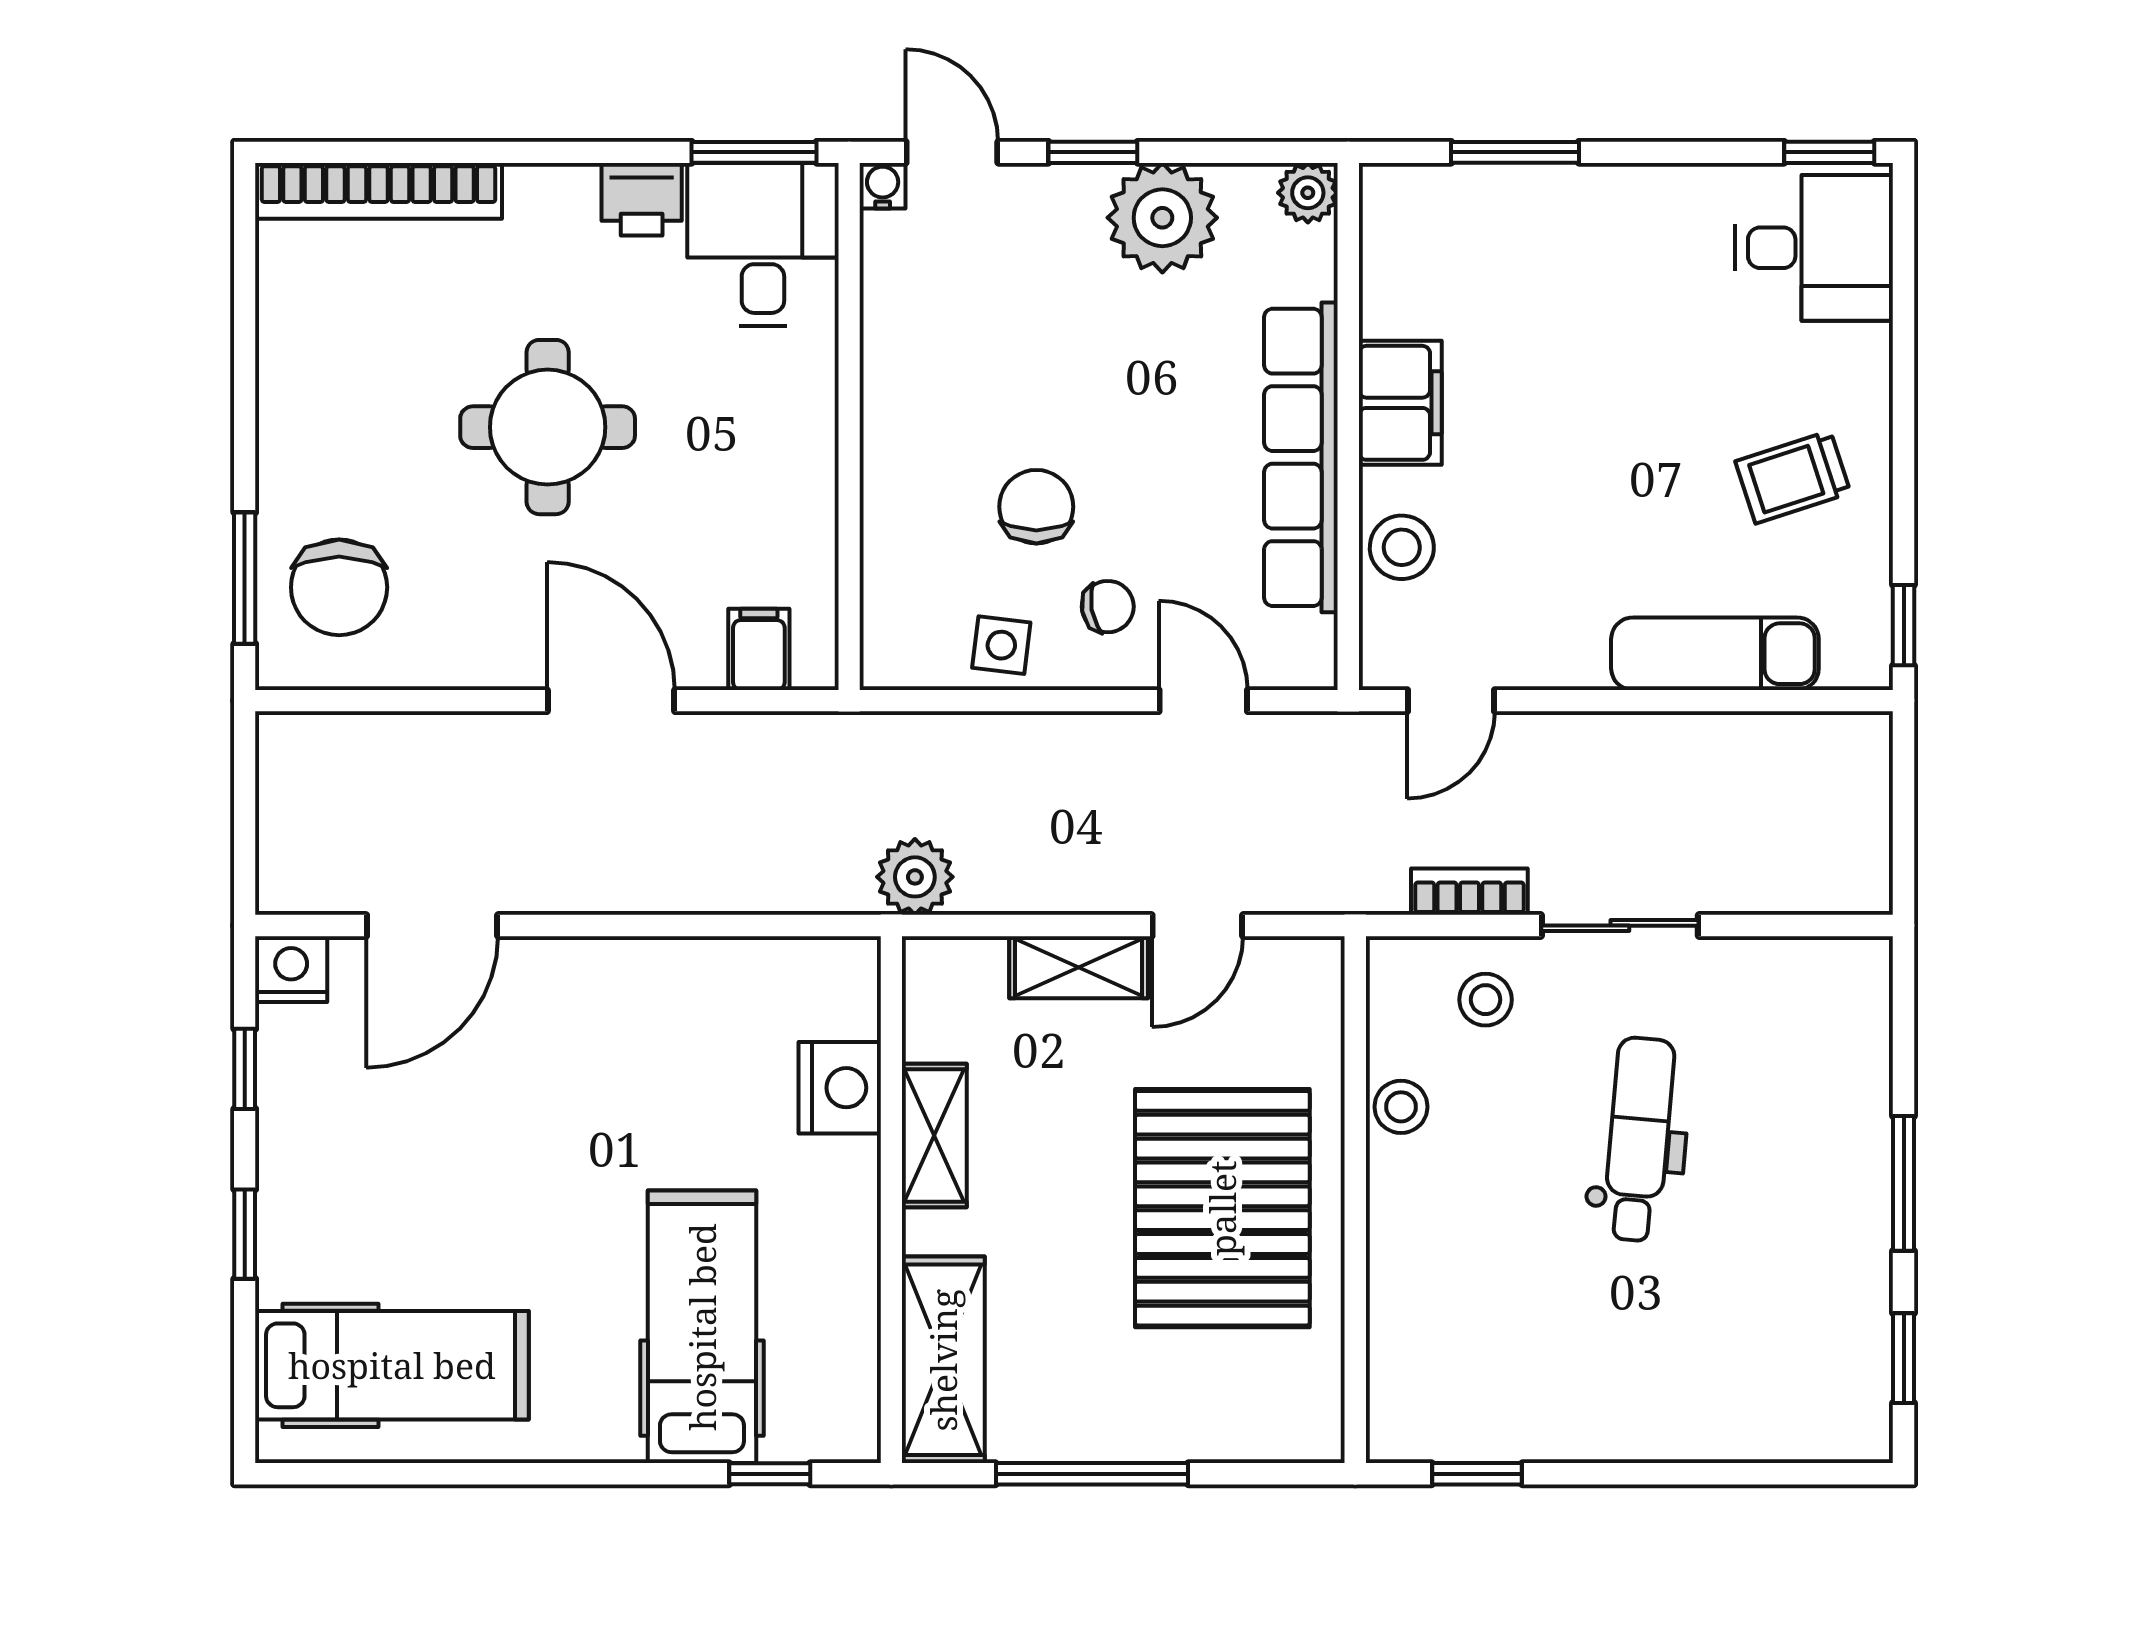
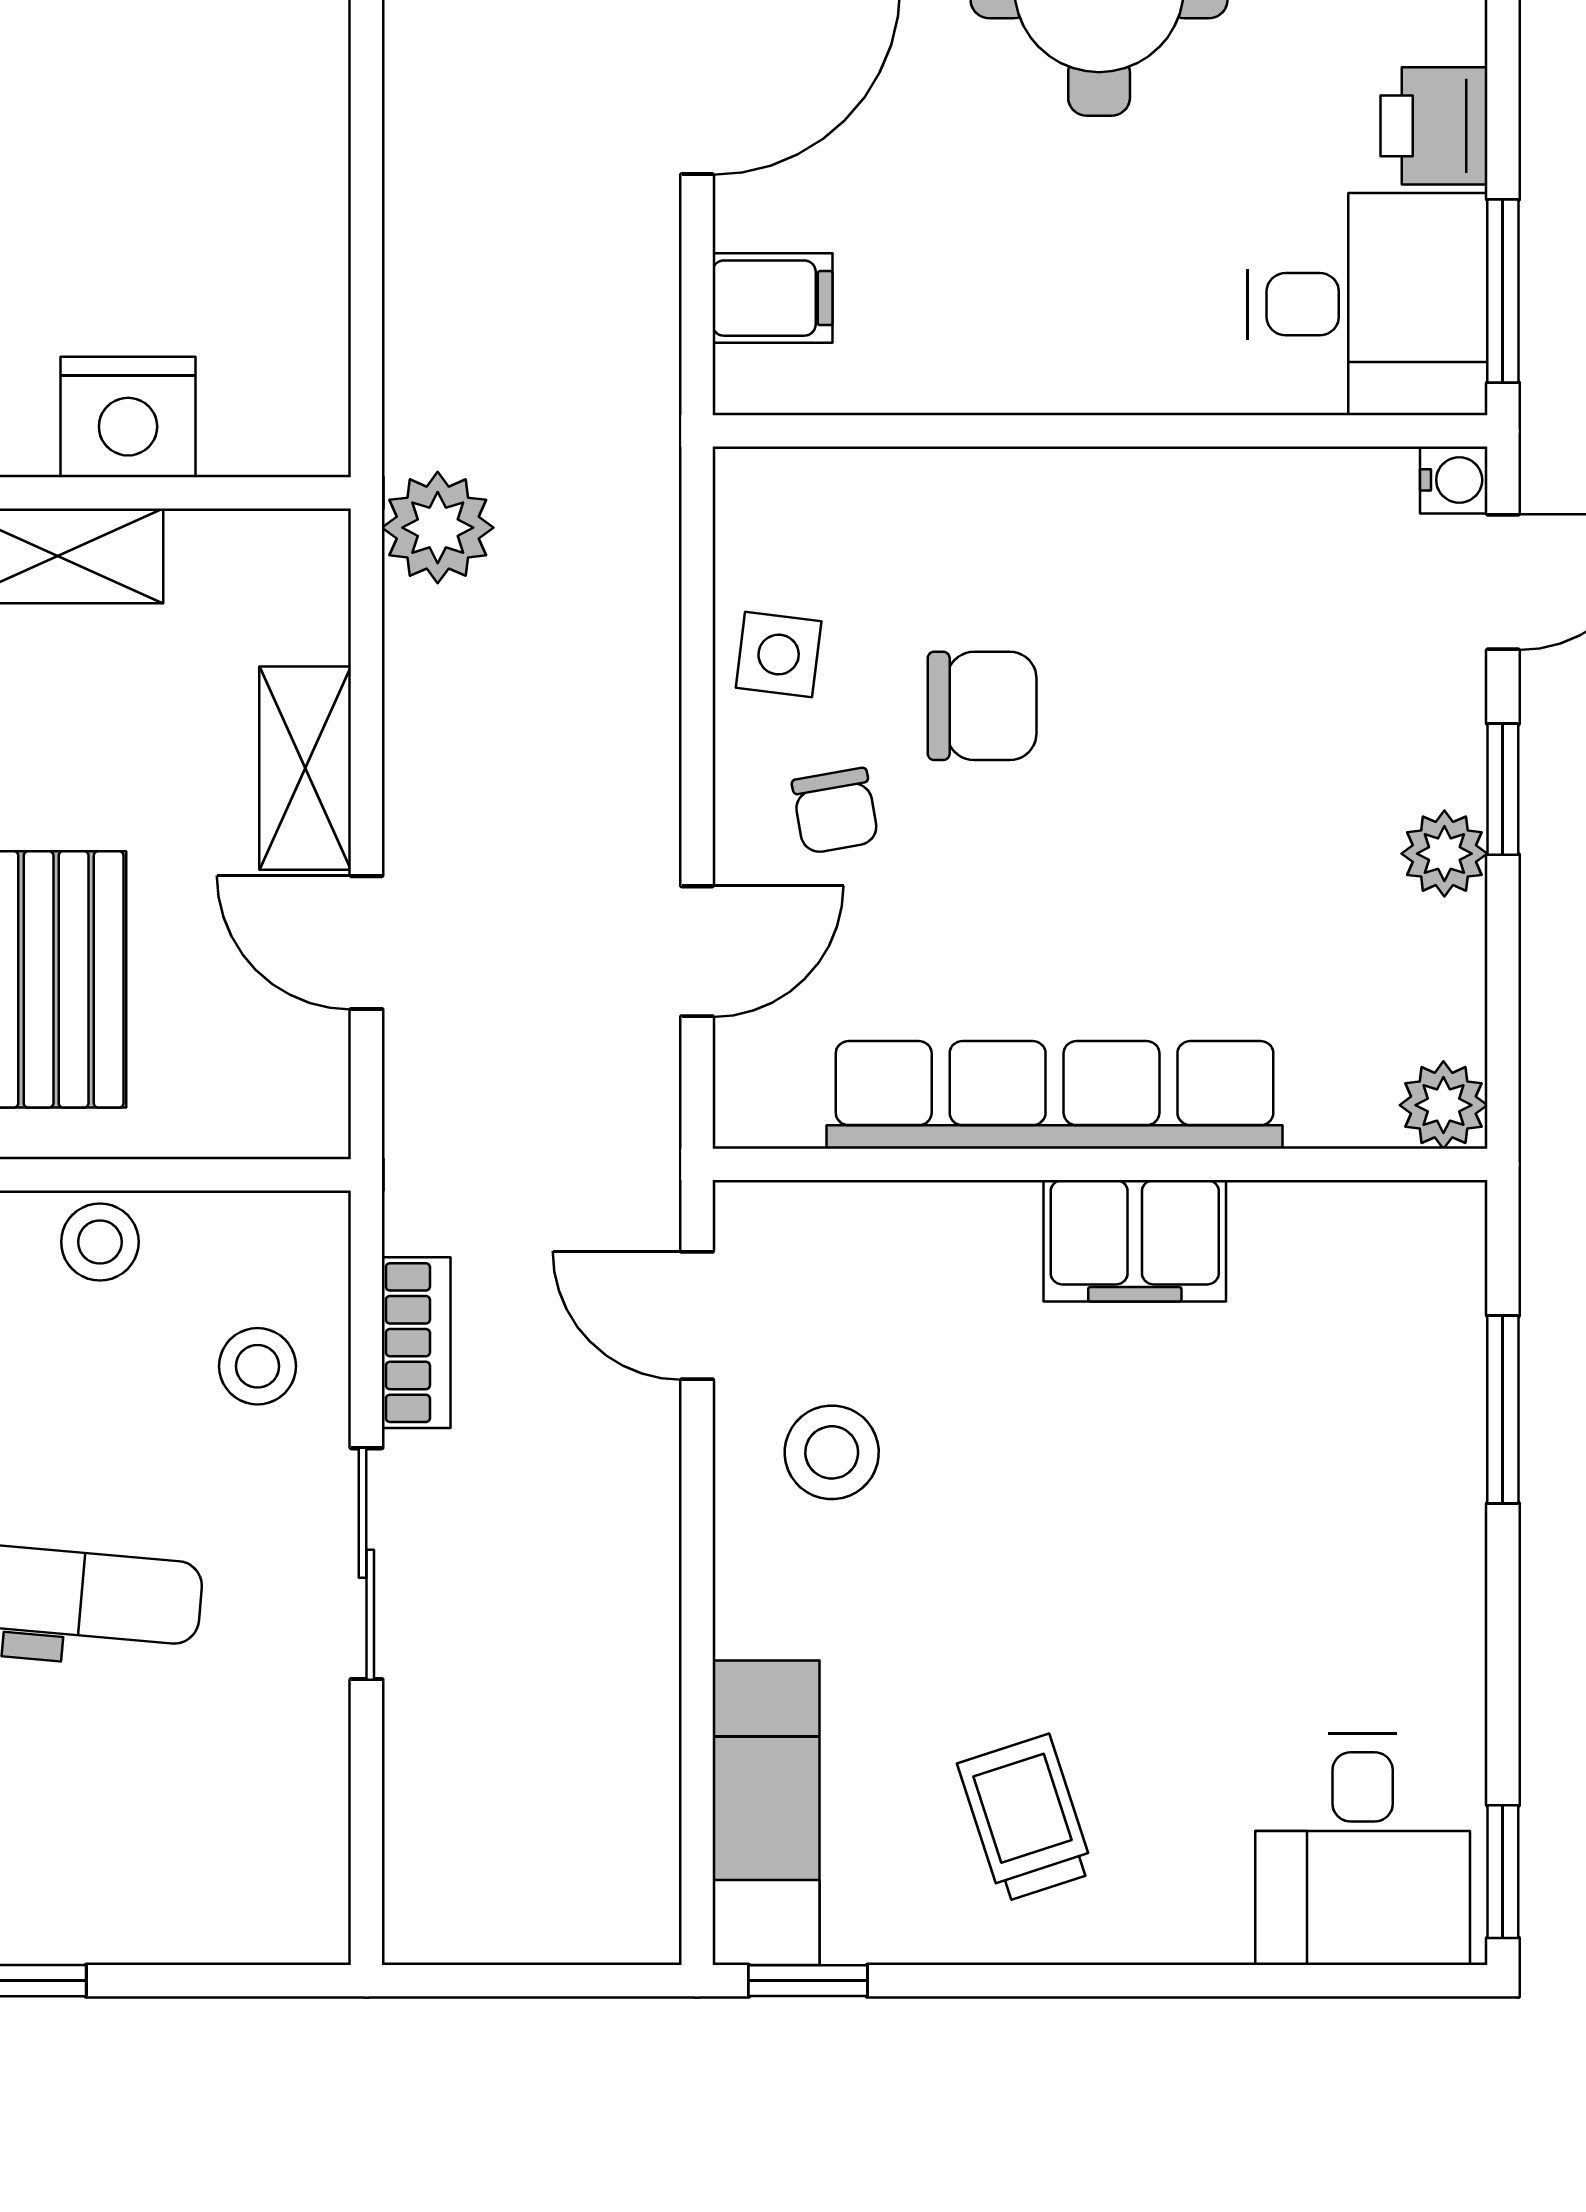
plant: (1162, 218) -> (1444, 854), width x0.53, depth x0.53
stool: (1402, 547) -> (832, 1452), moved
exam couch: (1715, 654) -> (766, 1813), moved

